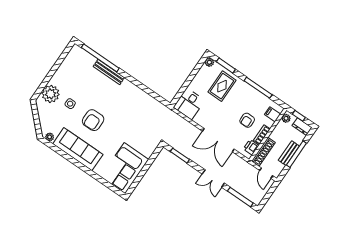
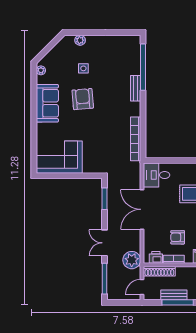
bench: (109, 72) -> (136, 88), width x0.73
plant: (51, 94) -> (80, 40), width x0.53, depth x0.53
bookcase: (151, 101) -> (136, 139), added
armchair: (93, 120) -> (83, 99), turned 85
double door: (218, 140) -> (142, 209), moved
sofa: (78, 149) -> (47, 103), width x0.73
plant: (240, 167) -> (132, 260), added

